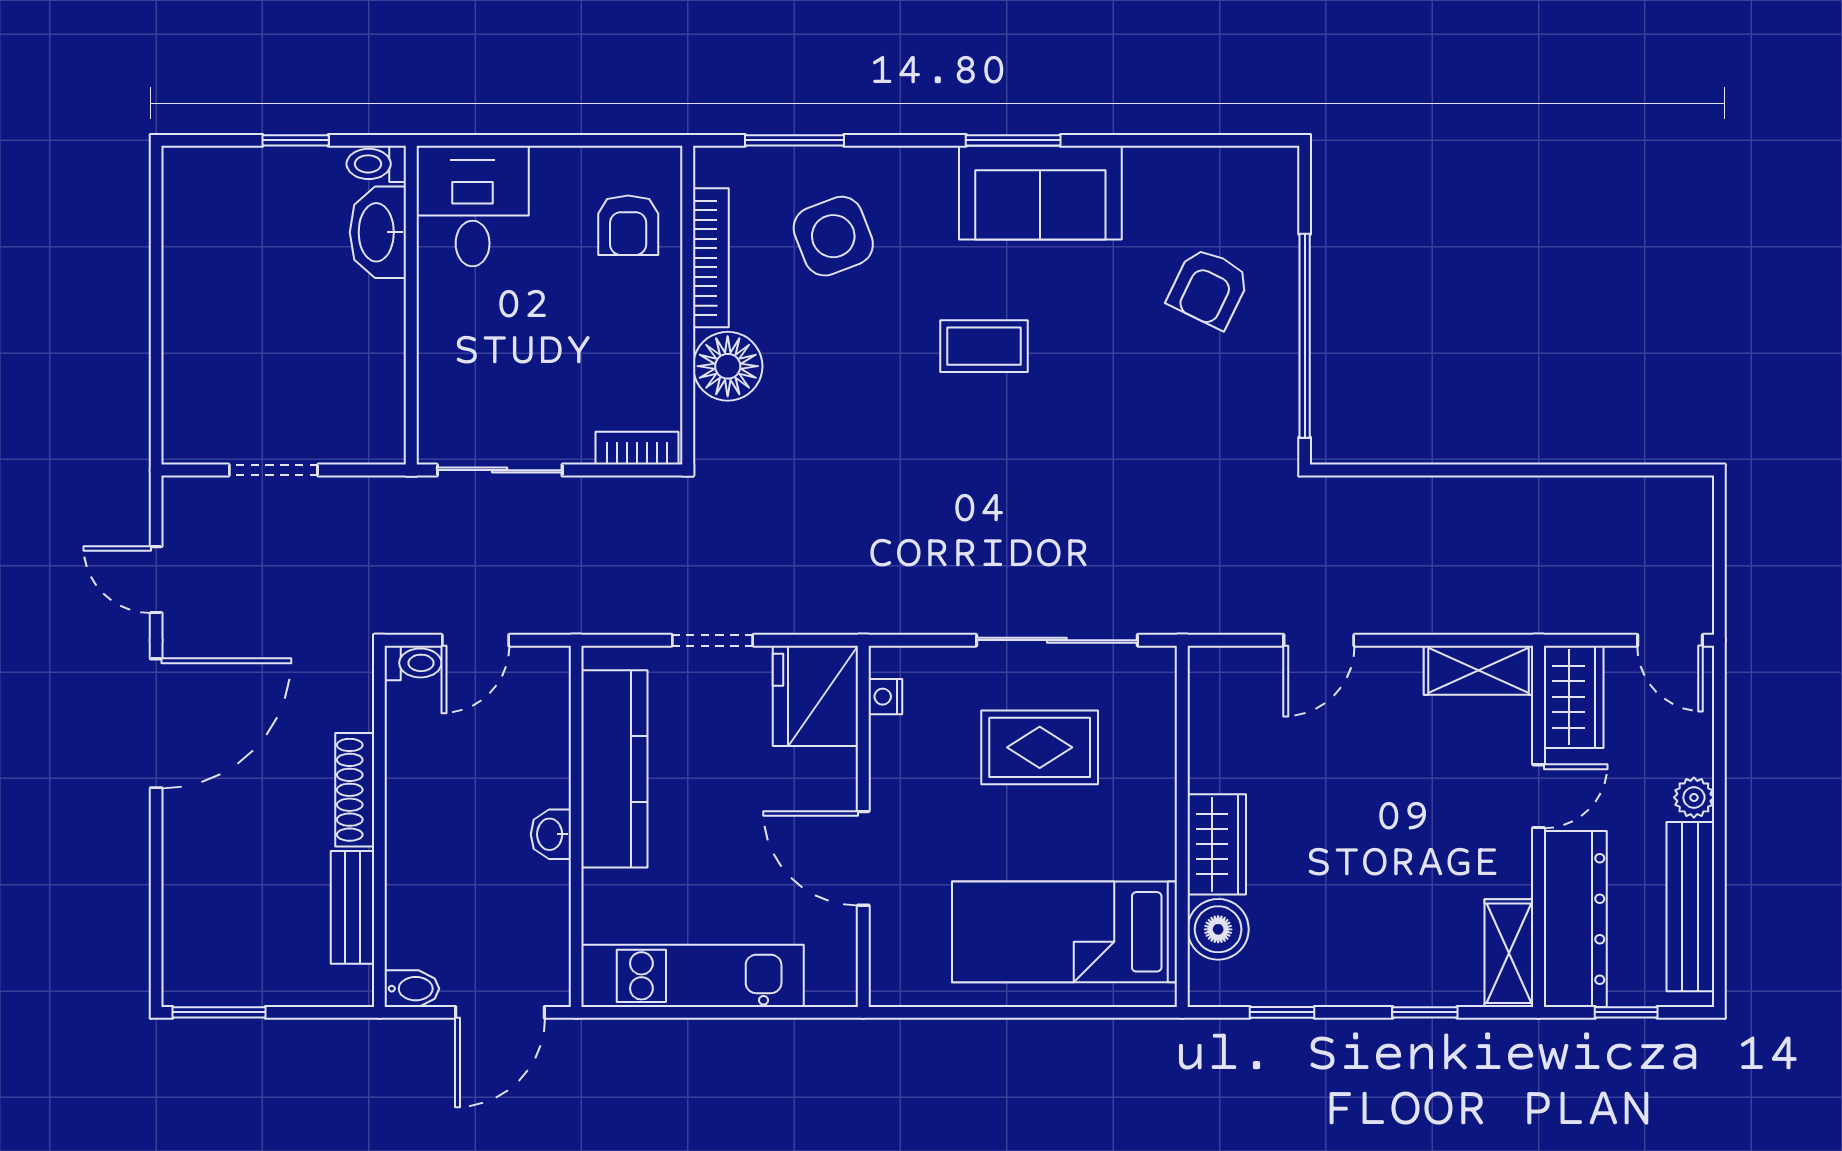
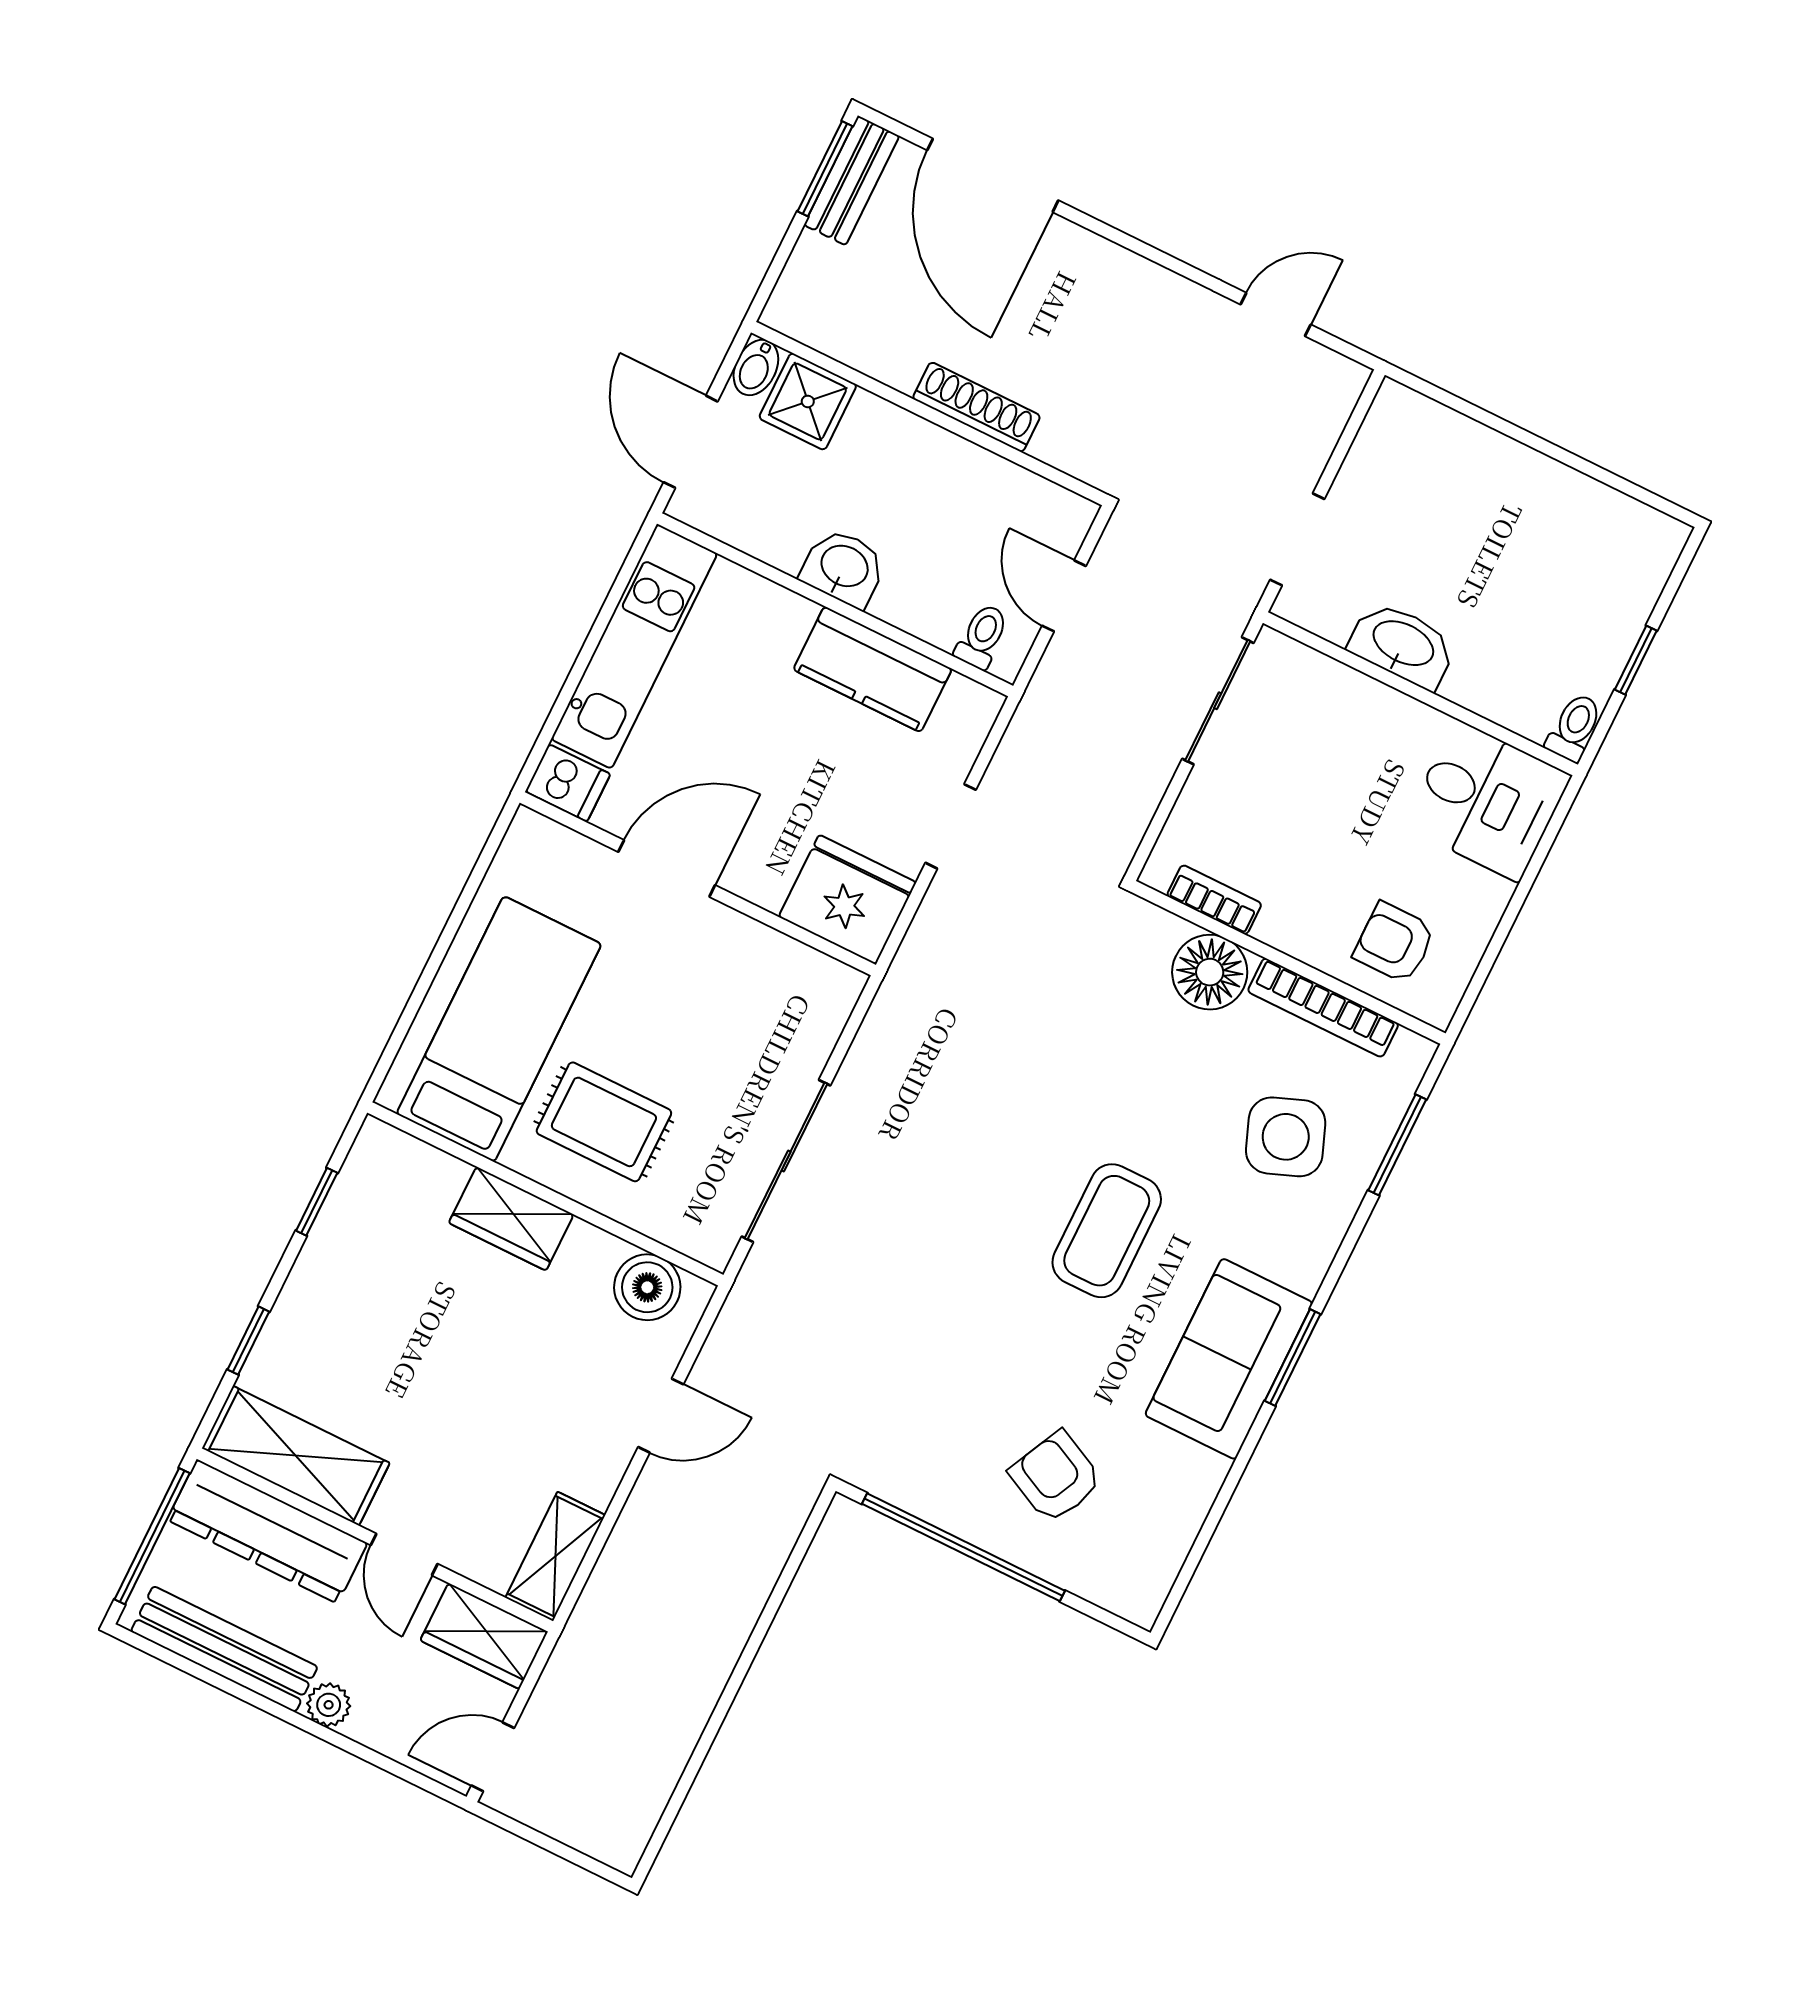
washbasin: (378, 232) -> (1403, 645), moved
coffee table: (984, 346) -> (1107, 1231), width x1.36, depth x1.30
bookcase: (637, 448) -> (1214, 900), moved, turned -90
doorway: (273, 470) -> (1297, 539), moved
door: (1319, 640) -> (661, 1416), swing flipped
toilet: (413, 663) -> (982, 636), moved, turned 180
nightstand: (885, 697) -> (813, 967), removed
door: (156, 723) -> (993, 175), moved
rug: (1040, 747) -> (604, 1122), moved, turned 90
kitchen counter: (614, 769) -> (873, 669), width x0.67
washbasin: (551, 834) -> (844, 568), width x1.38, depth x1.45
bench: (353, 907) -> (852, 180), moved, turned 90
boiler: (1218, 929) -> (647, 1287), moved
shower: (419, 932) -> (808, 401), added
shelving: (1509, 953) -> (296, 1456), width x1.50, depth x1.33
dishwasher: (833, 975) -> (568, 783), added
window: (1626, 1012) -> (152, 1536), width x2.17

